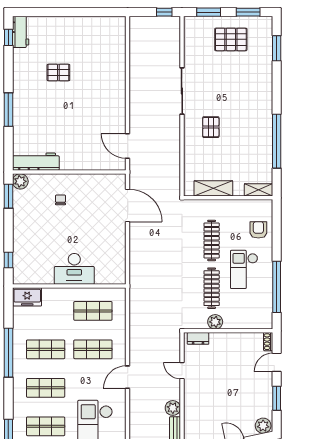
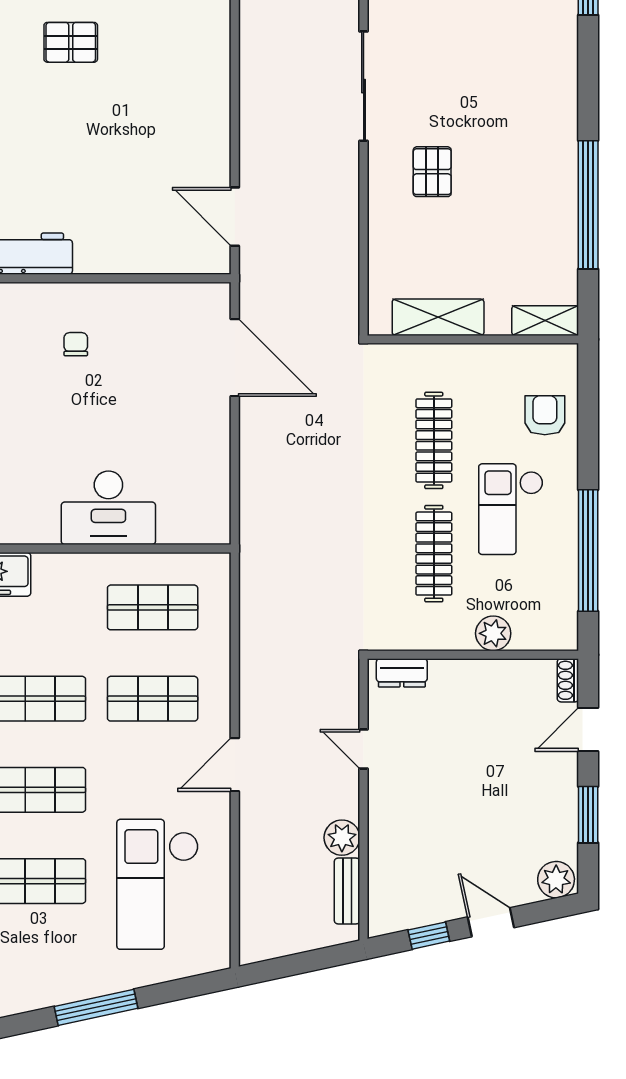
plant: (215, 322) -> (493, 633), moved

